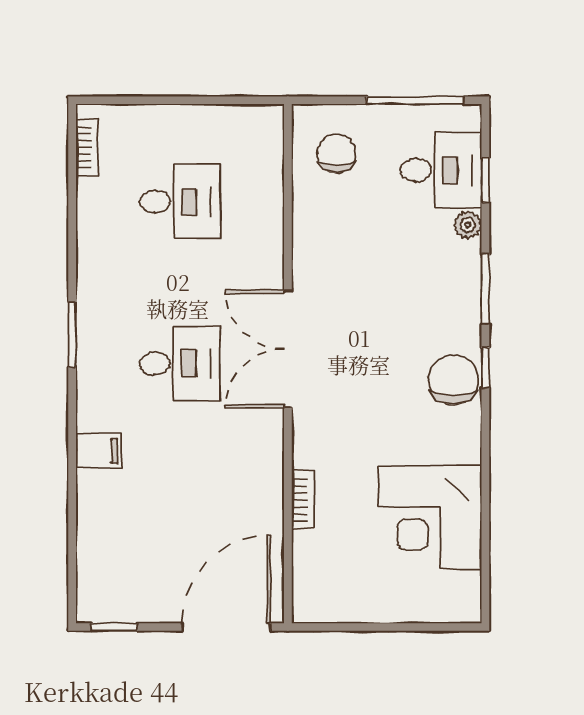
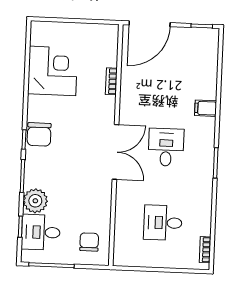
chair: (336, 153) -> (89, 242), turned 180
plant: (468, 225) -> (35, 201), width x1.88, depth x1.88
desk: (180, 364) -> (166, 147), turned 90

